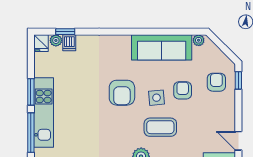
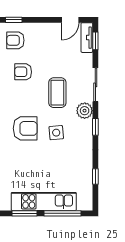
side table: (157, 98) -> (56, 133), moved

